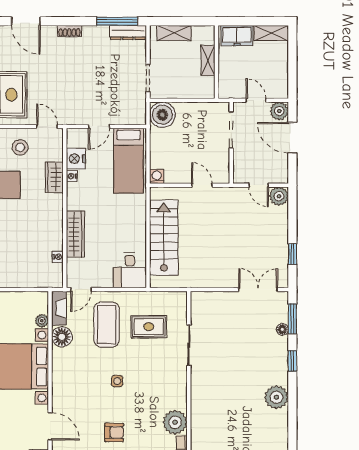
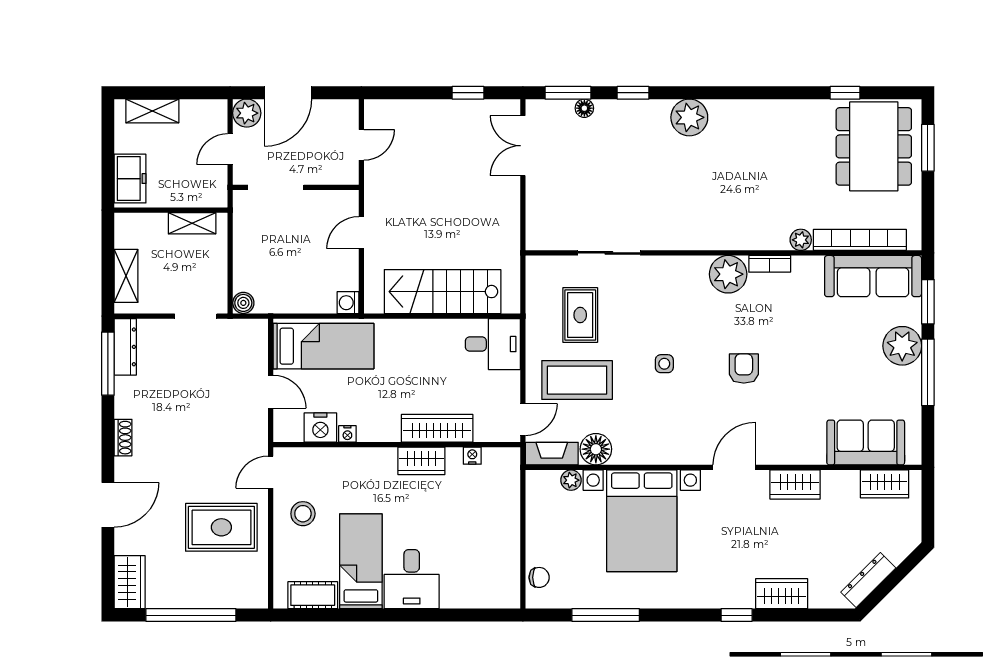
shelving: (271, 33) -> (152, 111), moved, turned 90
shelving: (208, 60) -> (192, 223), moved
boiler: (162, 115) -> (243, 303), width x0.54, depth x0.54
wardrobe: (54, 177) -> (421, 461), moved
plant: (279, 196) -> (378, 114), removed
door: (81, 290) -> (523, 420), hinge flipped

